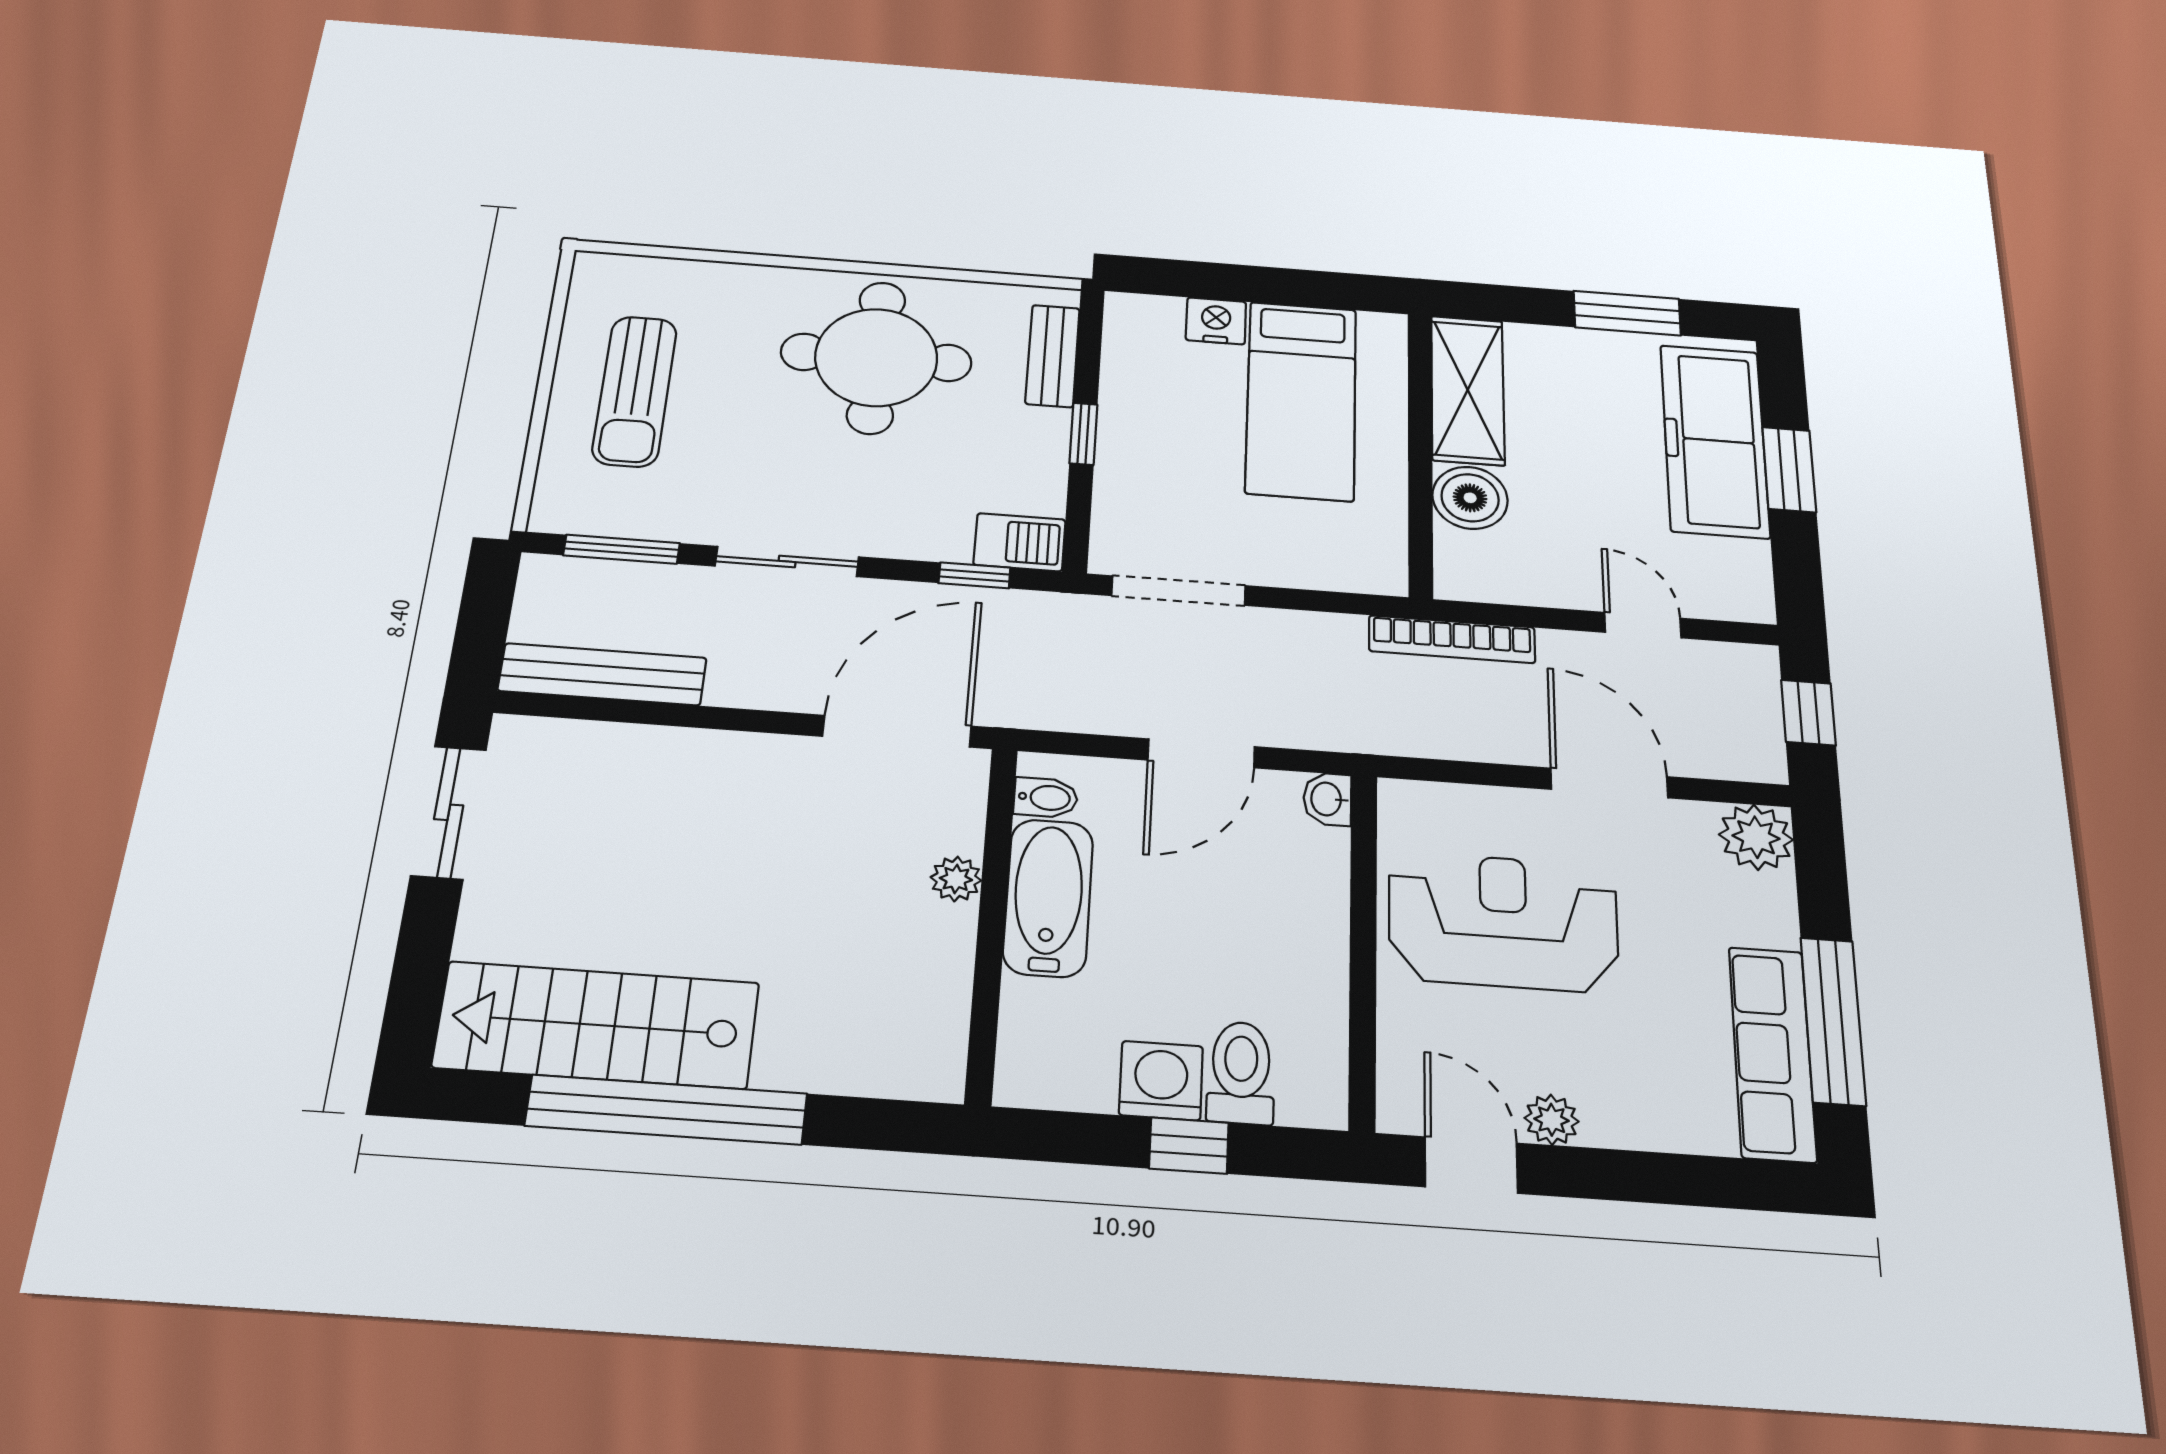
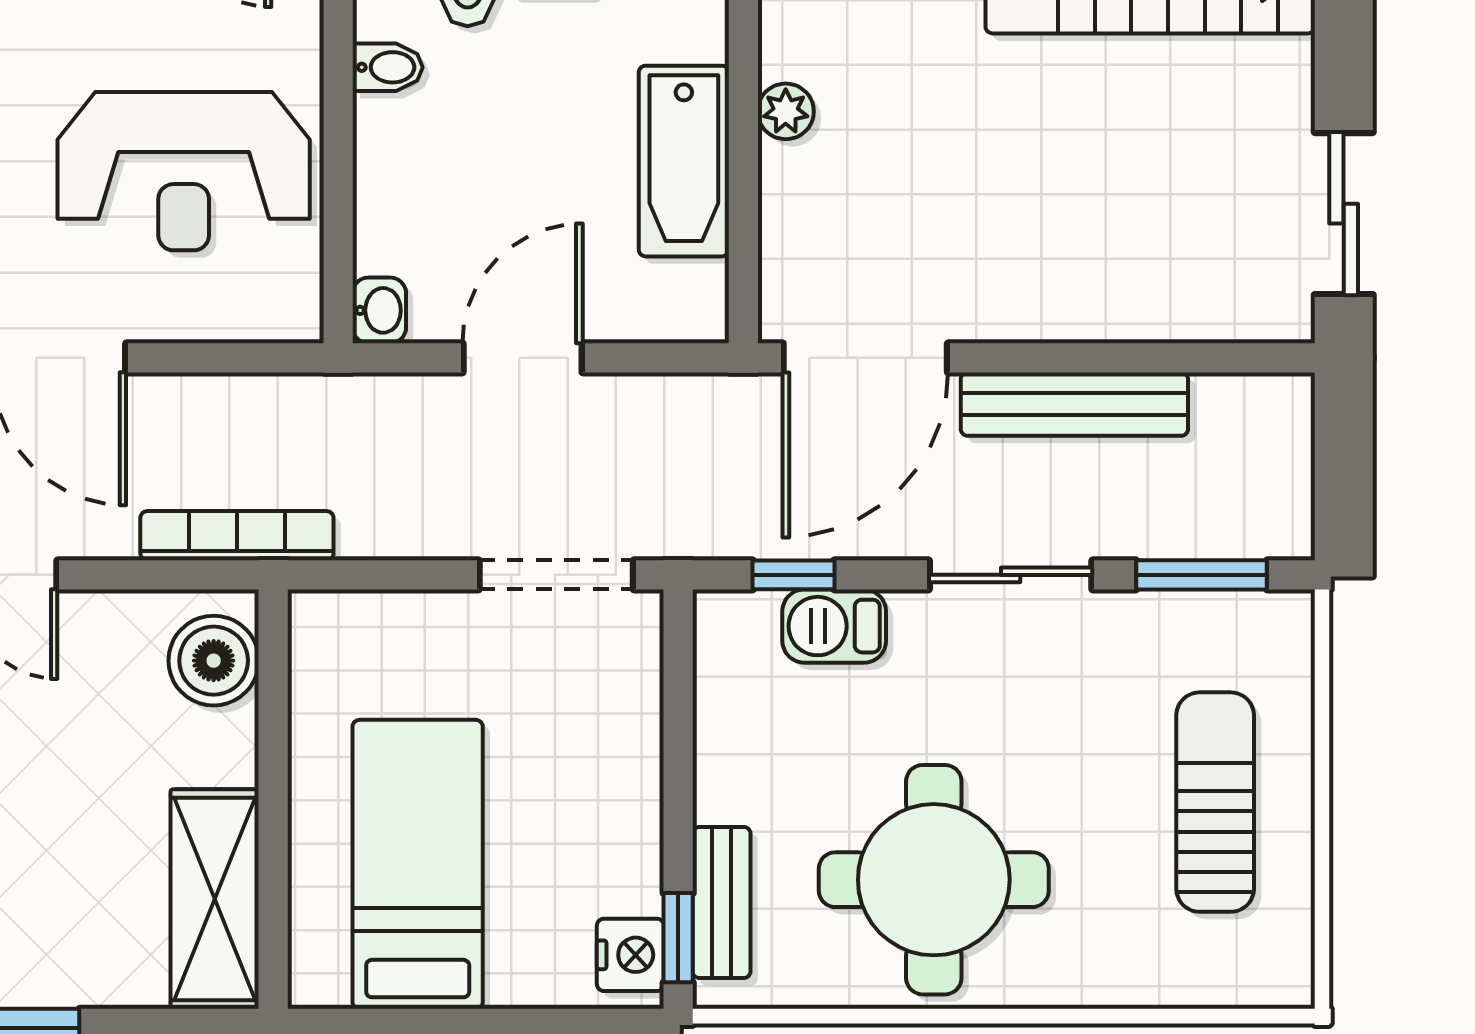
nightstand: (1216, 321) -> (630, 955), moved, turned -90
window: (1083, 434) -> (678, 938), moved
boiler: (1470, 498) -> (214, 661), moved
barbecue: (1020, 542) -> (834, 626), moved
bench: (602, 674) -> (1074, 404), moved
bidet: (1046, 798) -> (388, 67), moved, turned 180
plant: (956, 879) -> (786, 111), moved

